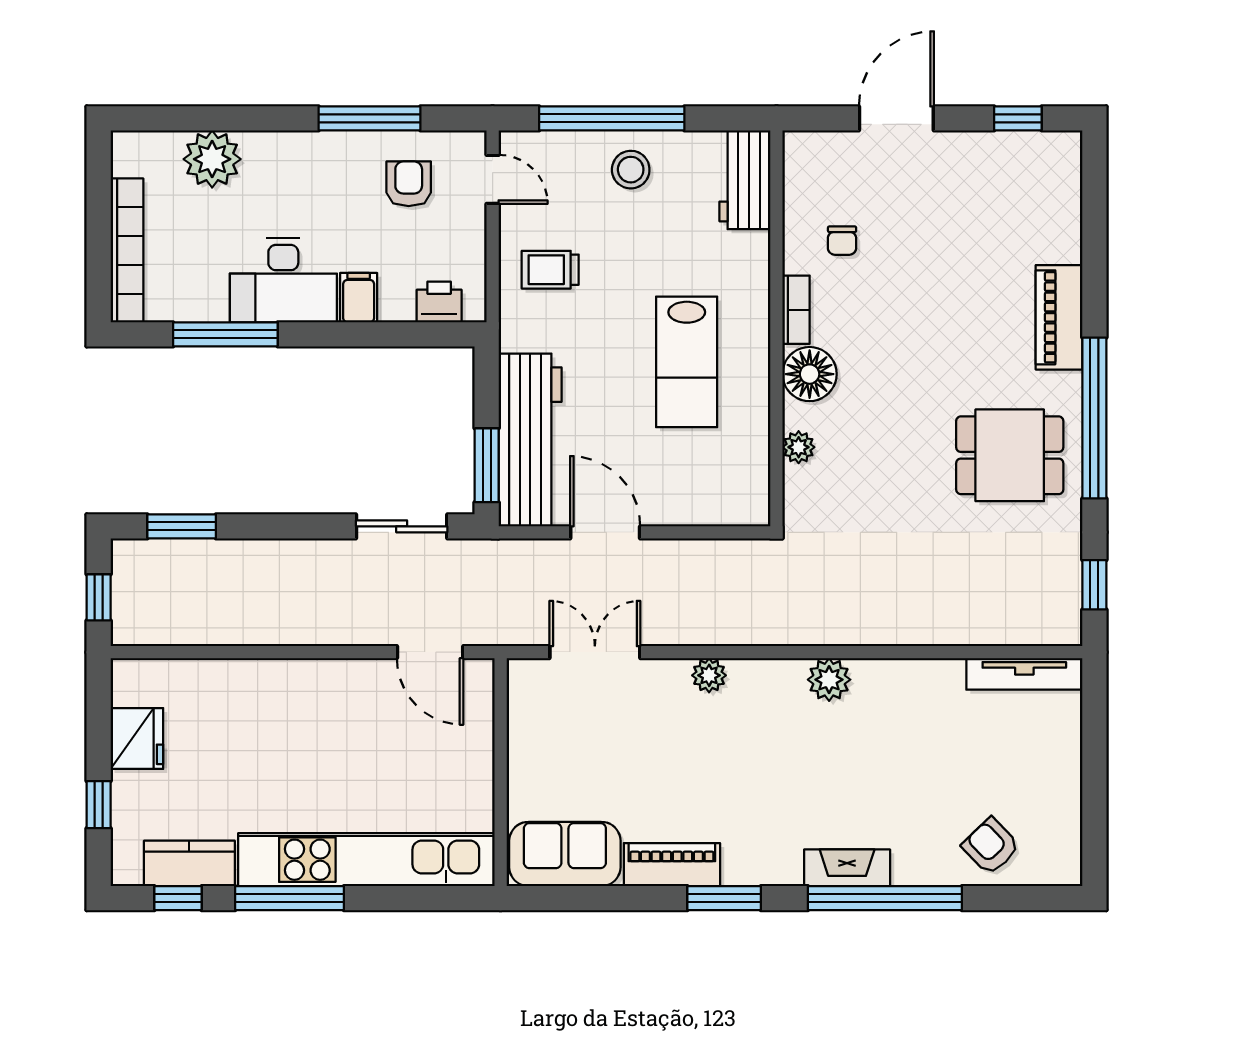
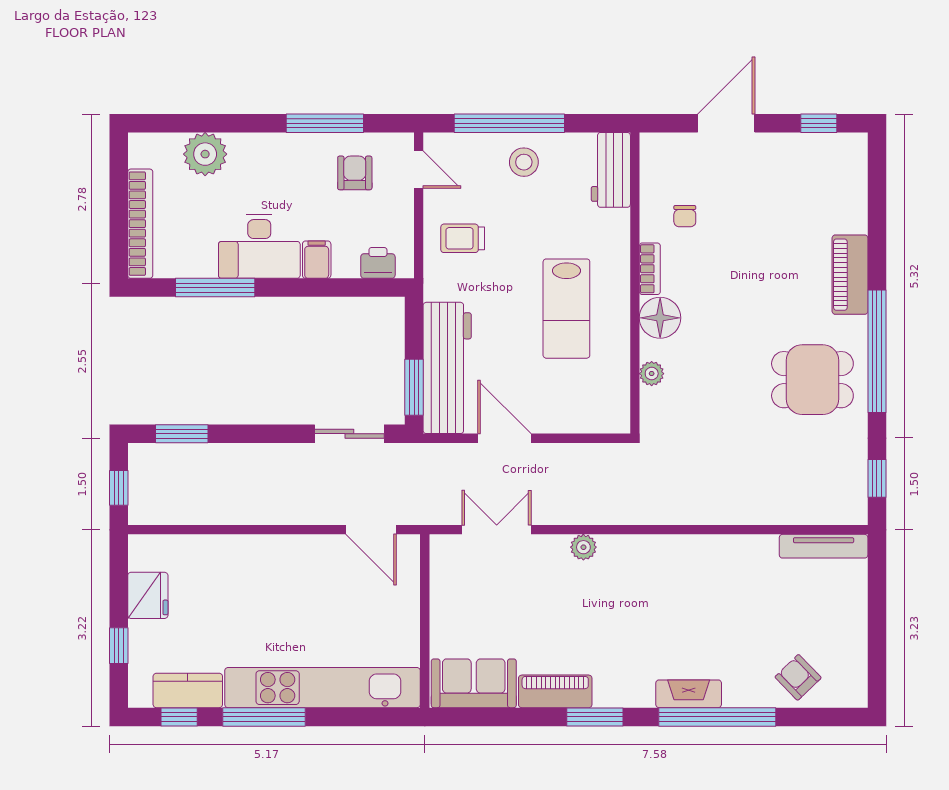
plant: (829, 680) -> (675, 550), removed

